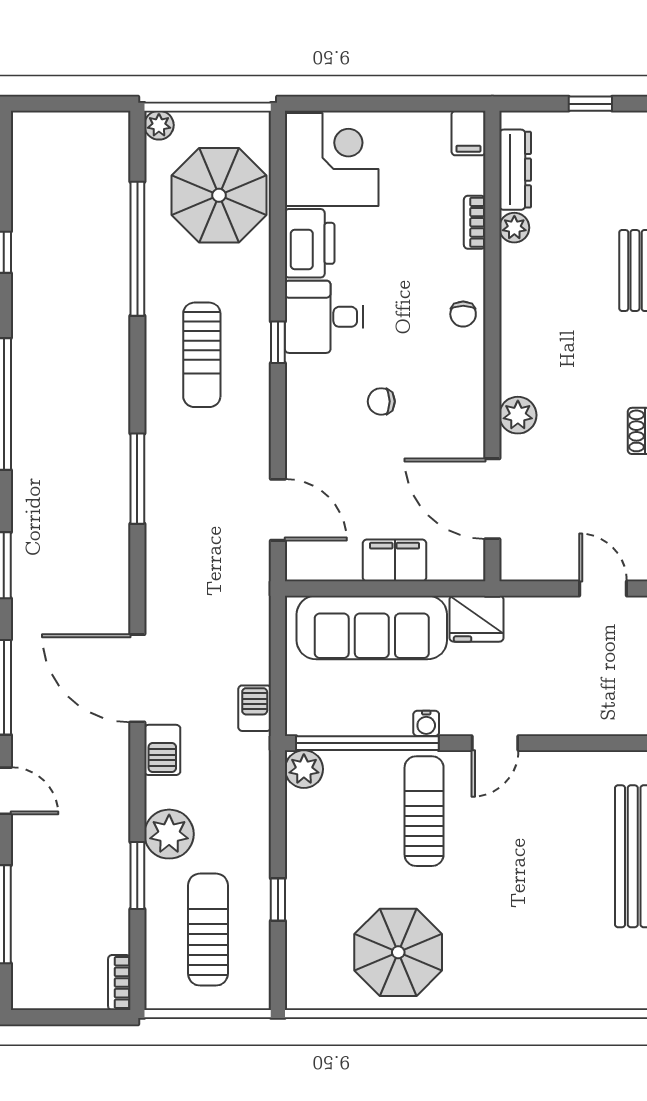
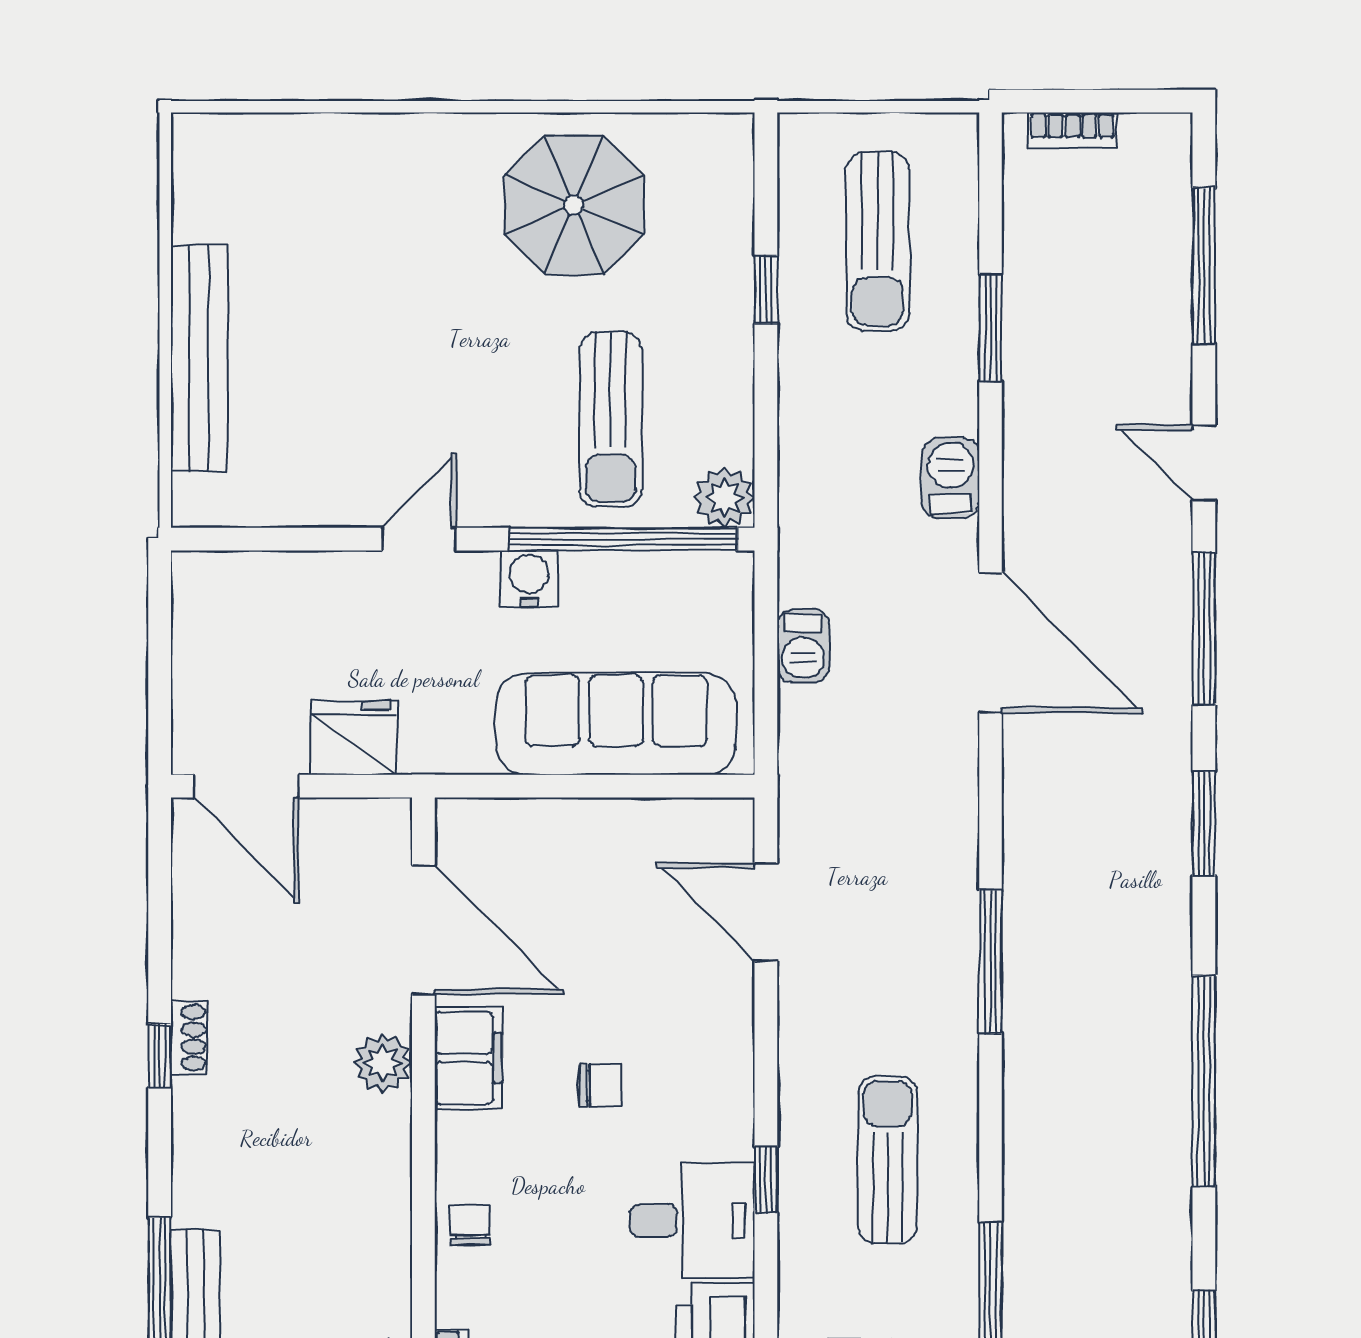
filing cabinet: (395, 560) -> (468, 1058), moved, turned -90
door: (603, 589) -> (246, 786), width x1.38
fridge: (477, 619) -> (354, 738), moved
barbecue: (255, 708) -> (803, 646), moved
water cooler: (426, 723) -> (529, 579), width x1.38, depth x1.38
barbecue: (162, 750) -> (951, 478), moved
sun lounger: (424, 811) -> (611, 419), moved
plant: (169, 834) -> (940, 394), removed
bookcase: (119, 983) -> (1072, 130), moved, turned 90

